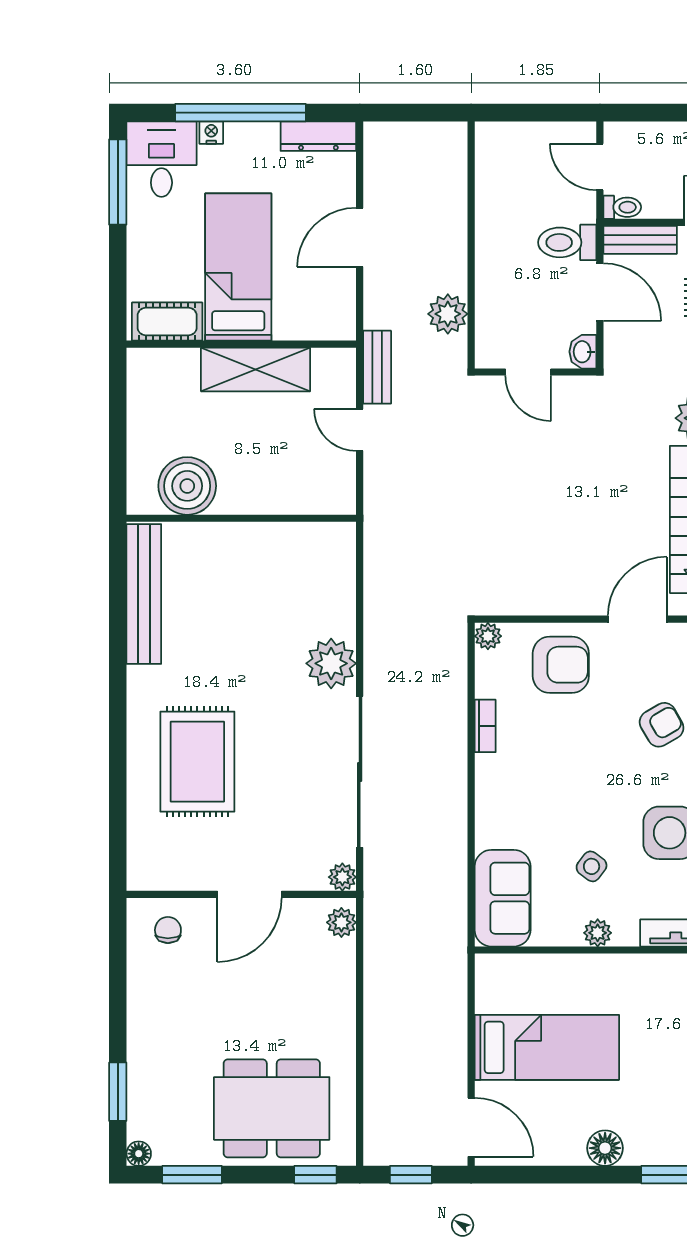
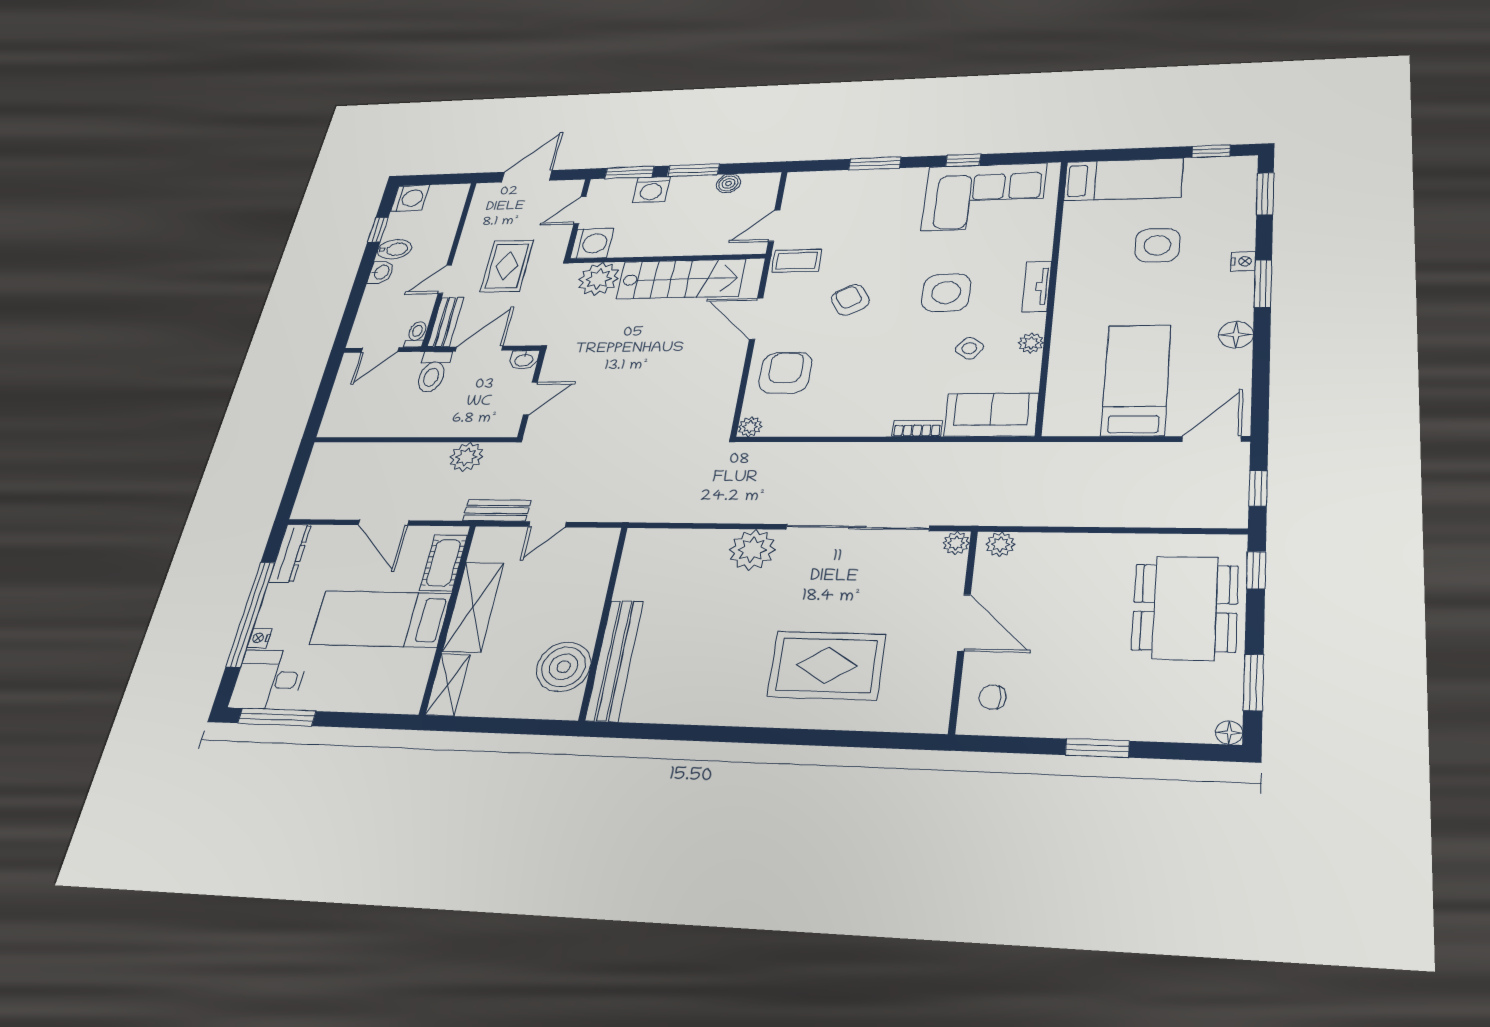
cot: (167, 322) -> (443, 563), moved
shelving: (162, 364) -> (448, 685), added
bench: (144, 594) -> (614, 660), moved, turned 90
bookcase: (485, 726) -> (917, 428), moved
window: (118, 1092) -> (1097, 748), moved

